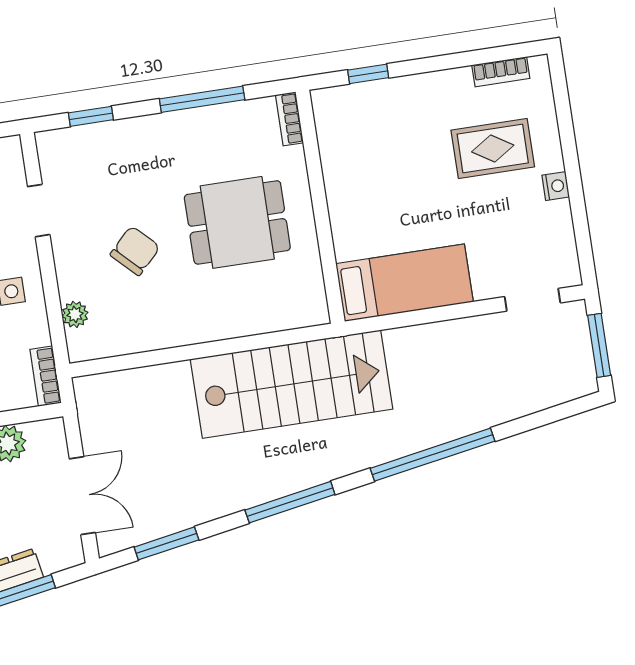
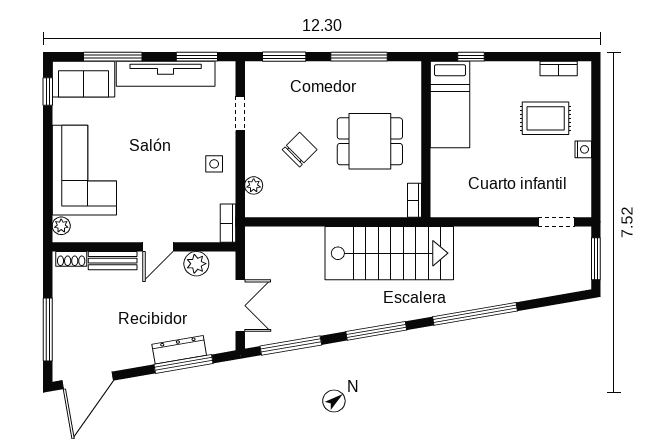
window: (91, 116) -> (284, 57), width x1.50
bookcase: (289, 119) -> (415, 200), moved
bed: (405, 283) -> (450, 105), moved, turned 90
window: (166, 543) -> (291, 346), width x1.44

